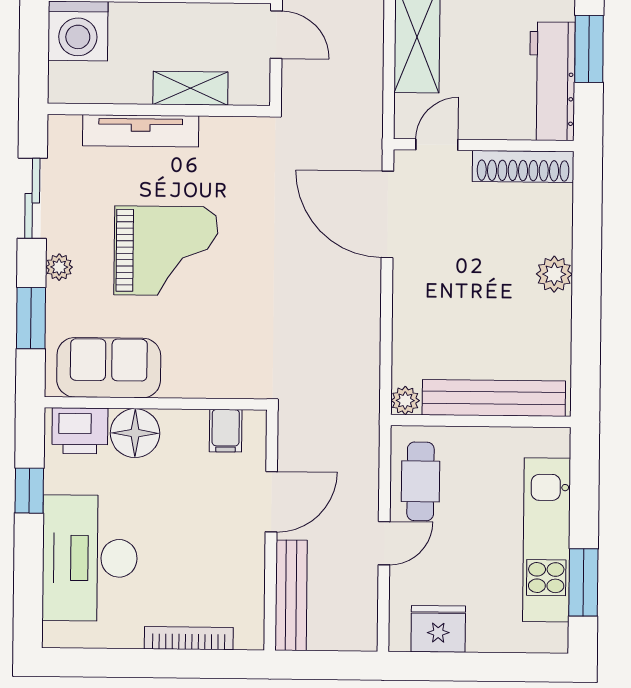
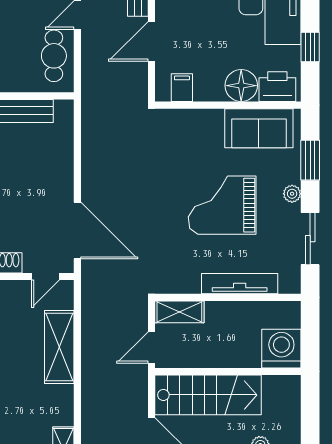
door: (276, 35) -> (151, 347), hinge flipped
shelving: (190, 88) -> (179, 312), moved
plant: (405, 400) -> (64, 109), removed

